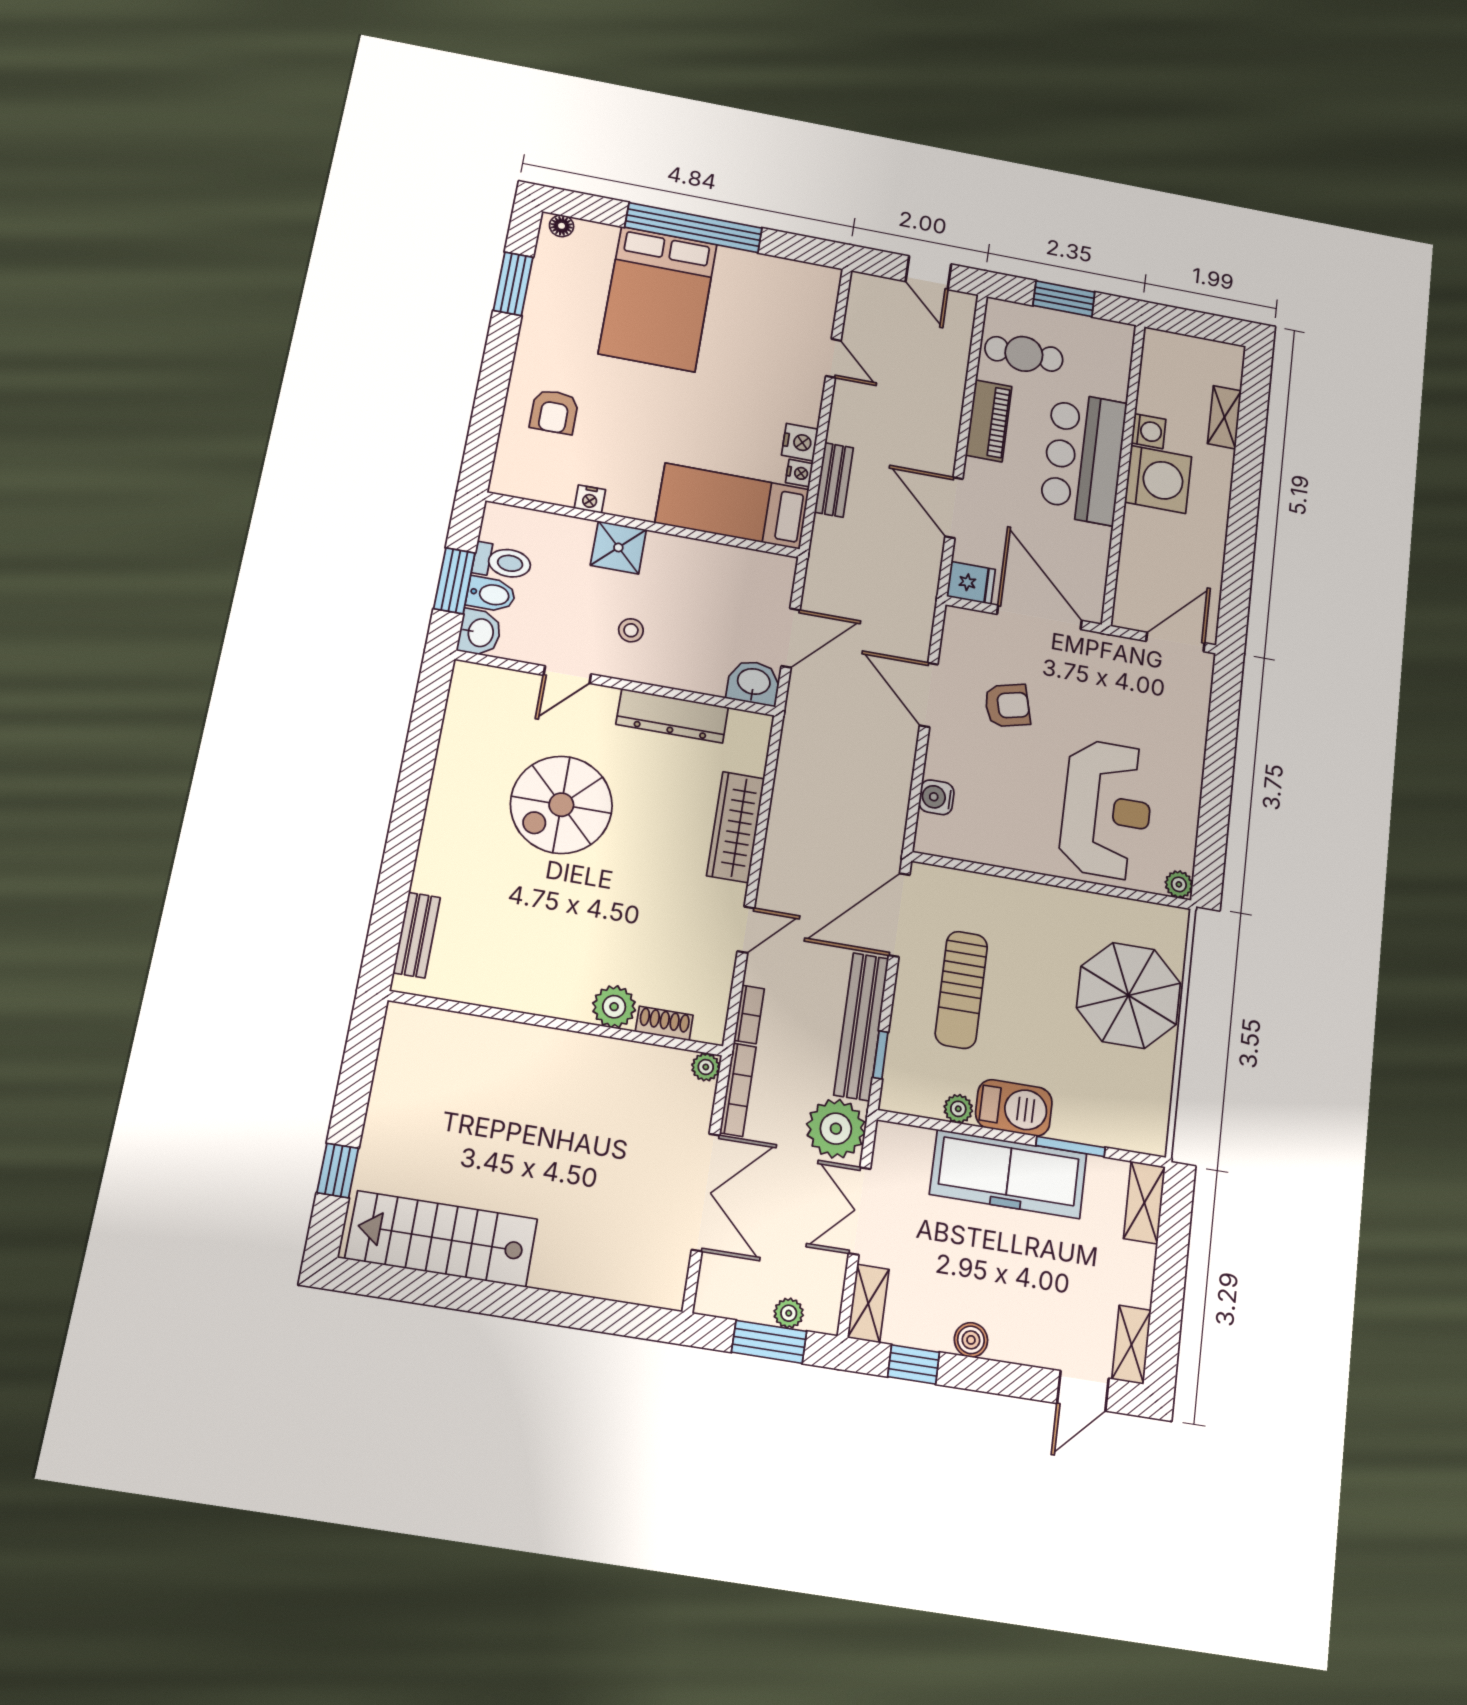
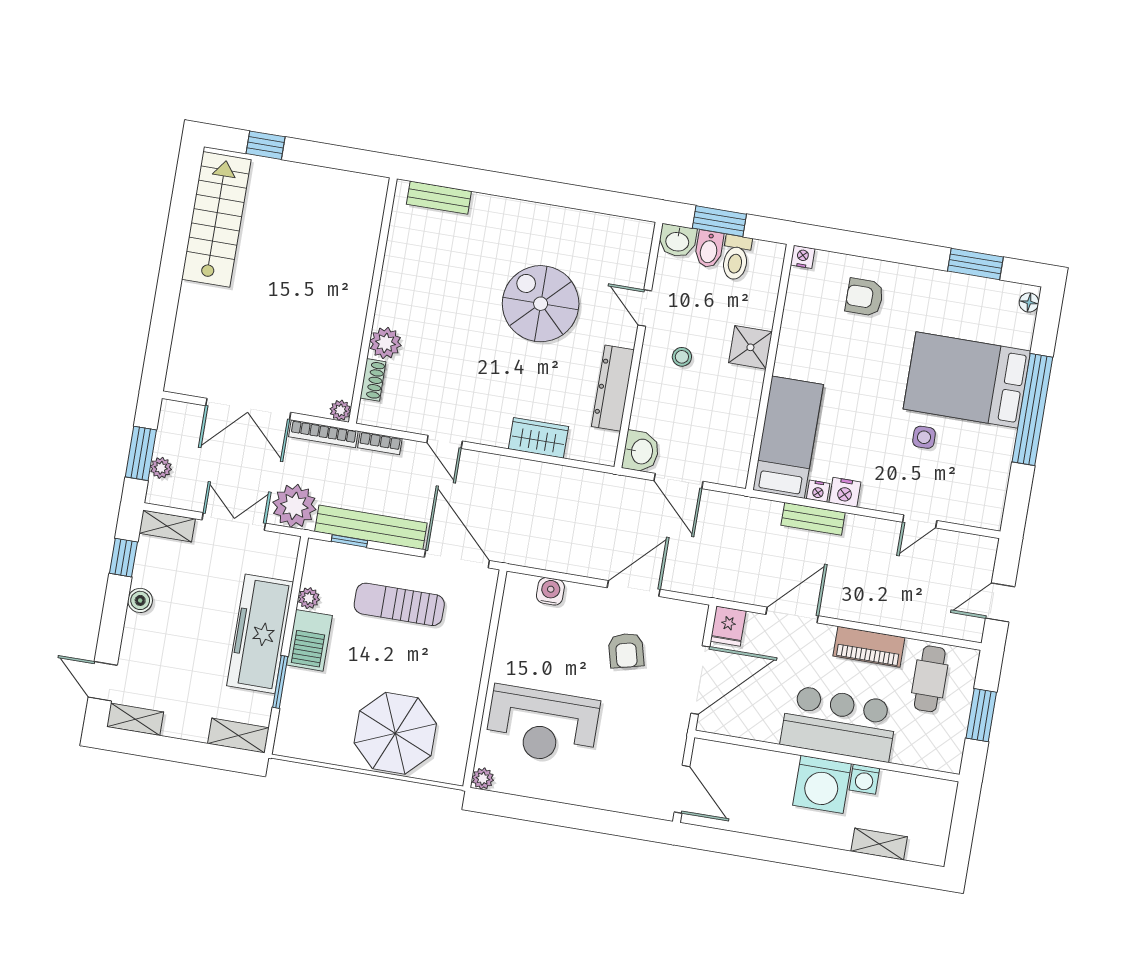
side table: (730, 350) -> (924, 437), added
nightstand: (590, 499) -> (803, 257), moved, turned 90
wardrobe: (736, 827) -> (538, 438), width x0.67

